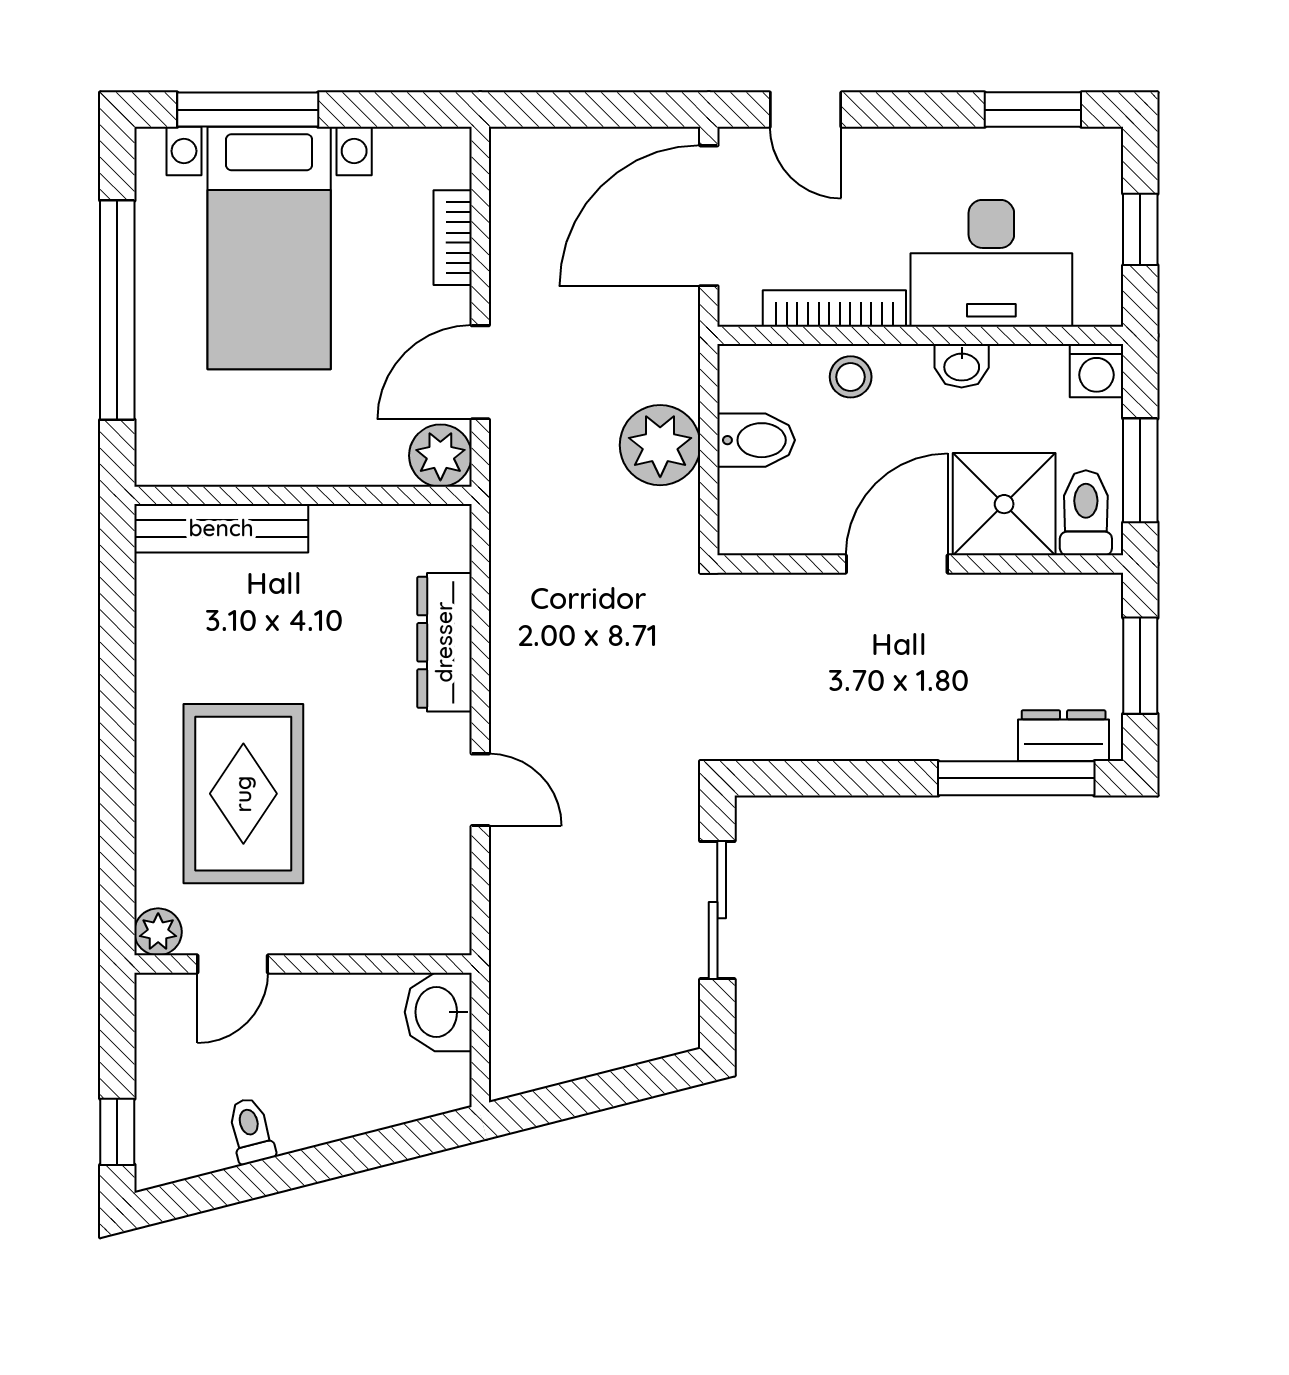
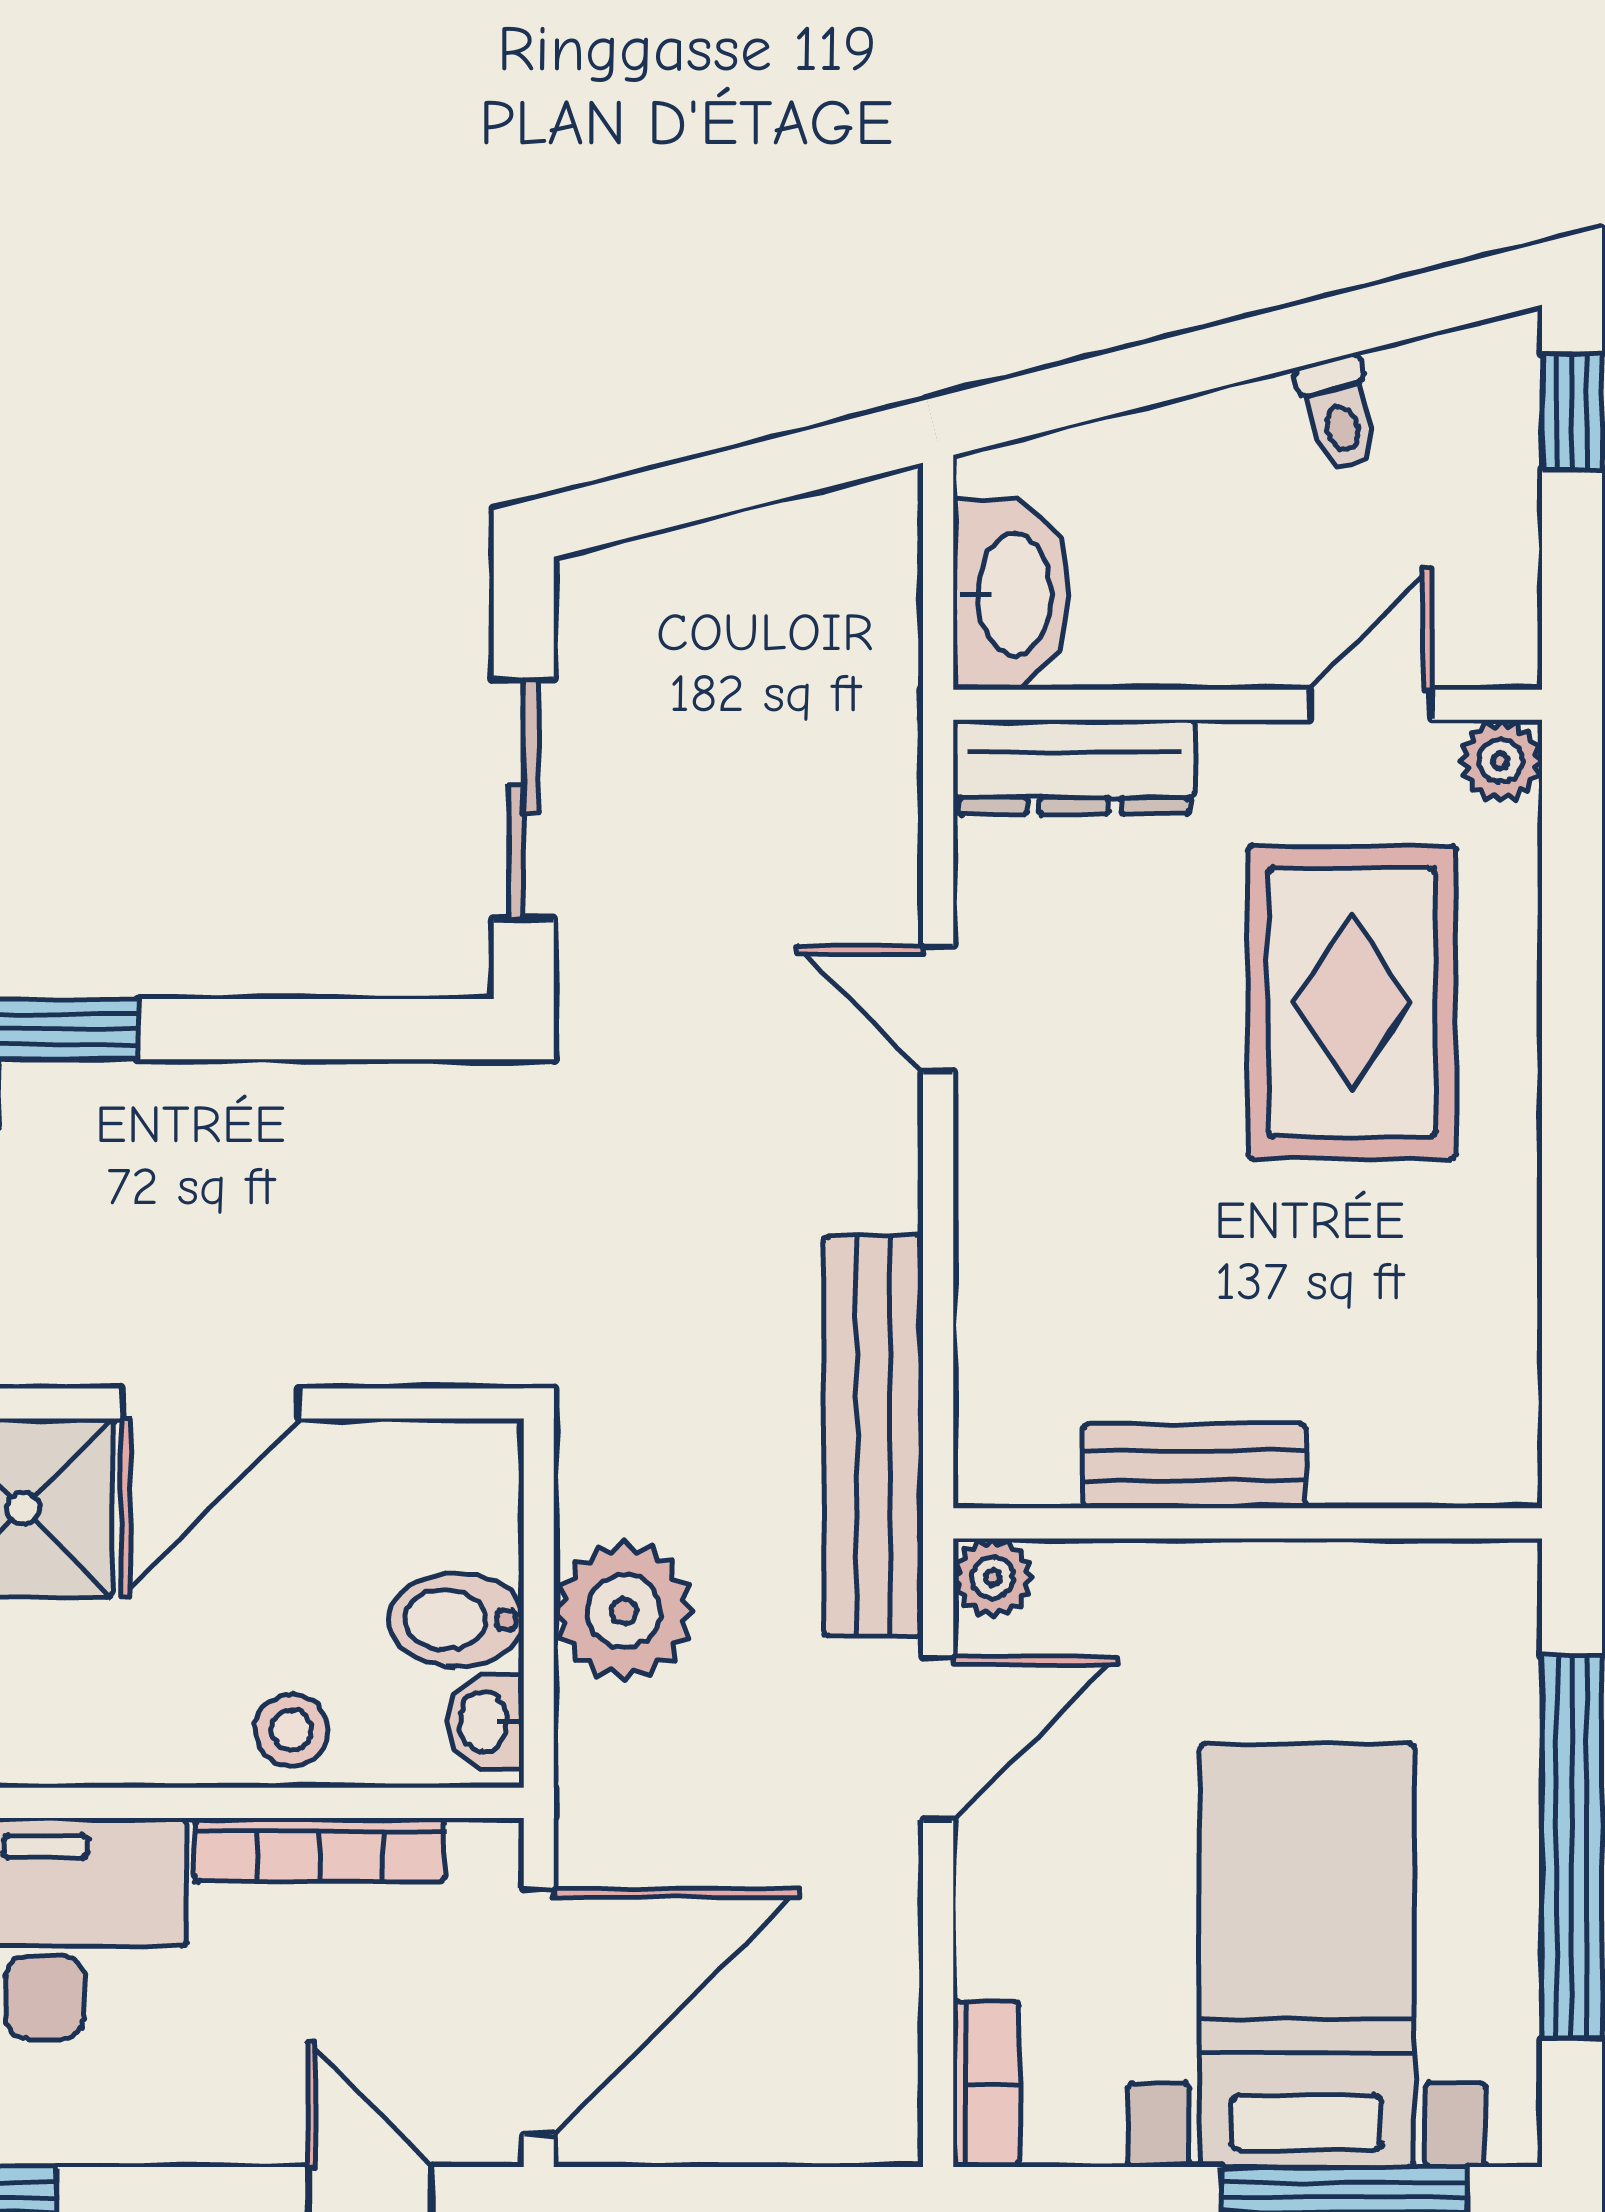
bookcase: (453, 238) -> (986, 2084), moved
washbasin: (962, 366) -> (486, 1722), moved, turned -90
plant: (440, 456) -> (993, 1578), width x0.73, depth x0.73
bench: (221, 528) -> (1195, 1466), moved, width x0.73
bench: (517, 545) -> (873, 1436), added
dresser: (444, 642) -> (1074, 767), moved, turned 90
washbasin: (438, 1012) -> (1011, 594), width x1.38

